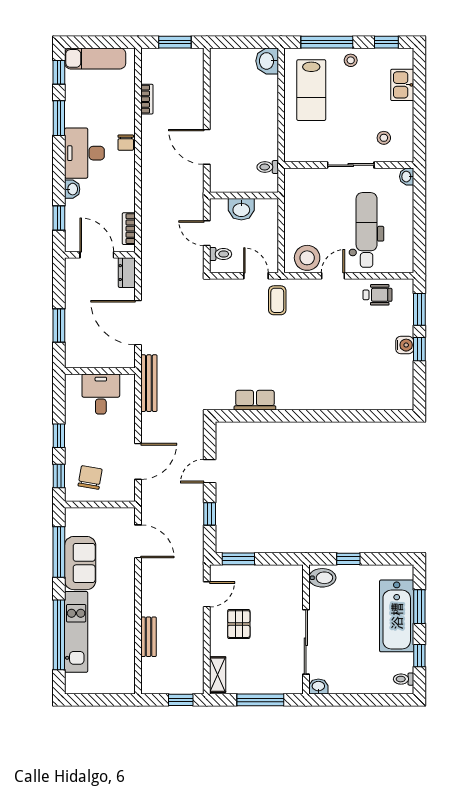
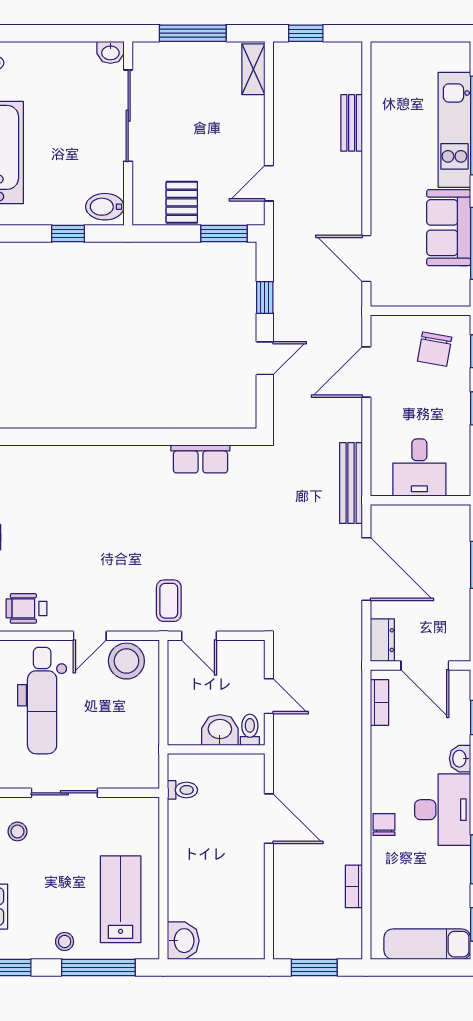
toilet: (221, 254) -> (250, 730), moved, turned 90
pallet: (239, 624) -> (182, 202), moved

